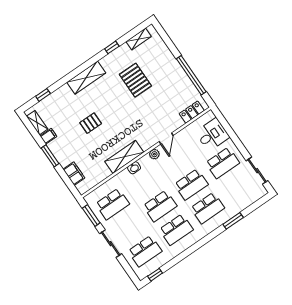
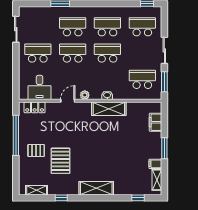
pallet: (91, 123) -> (36, 150), moved
desk: (212, 135) -> (40, 87), moved, turned -90

